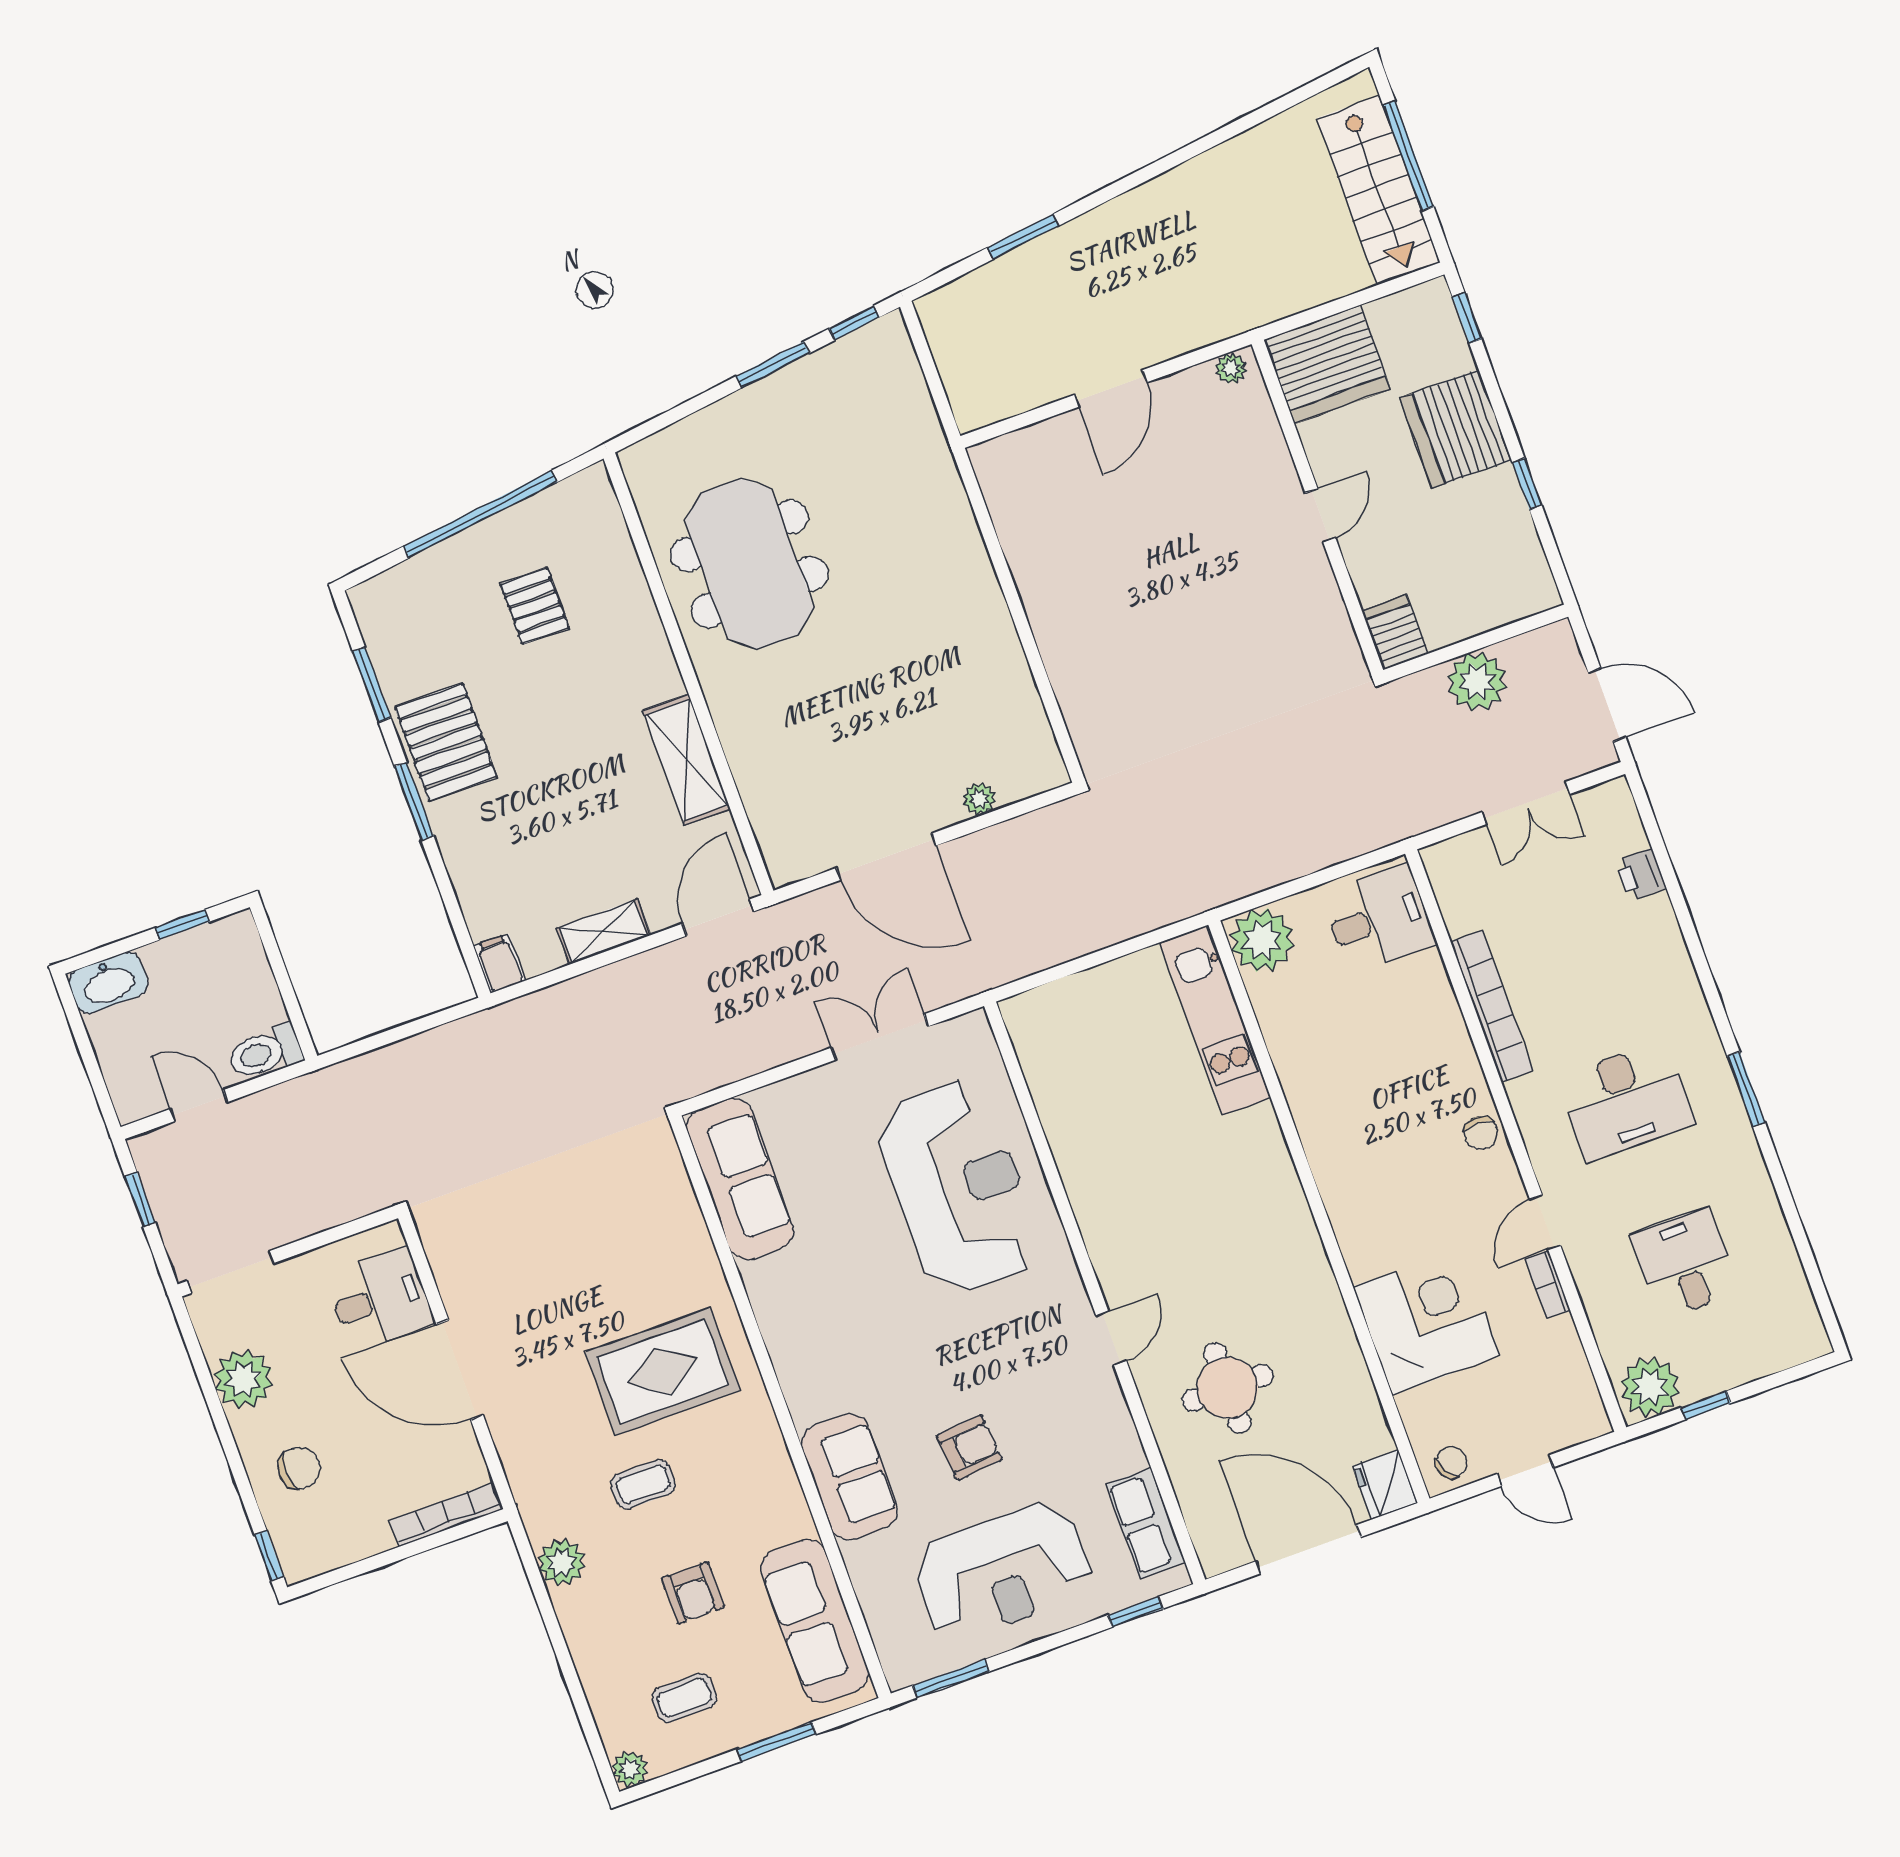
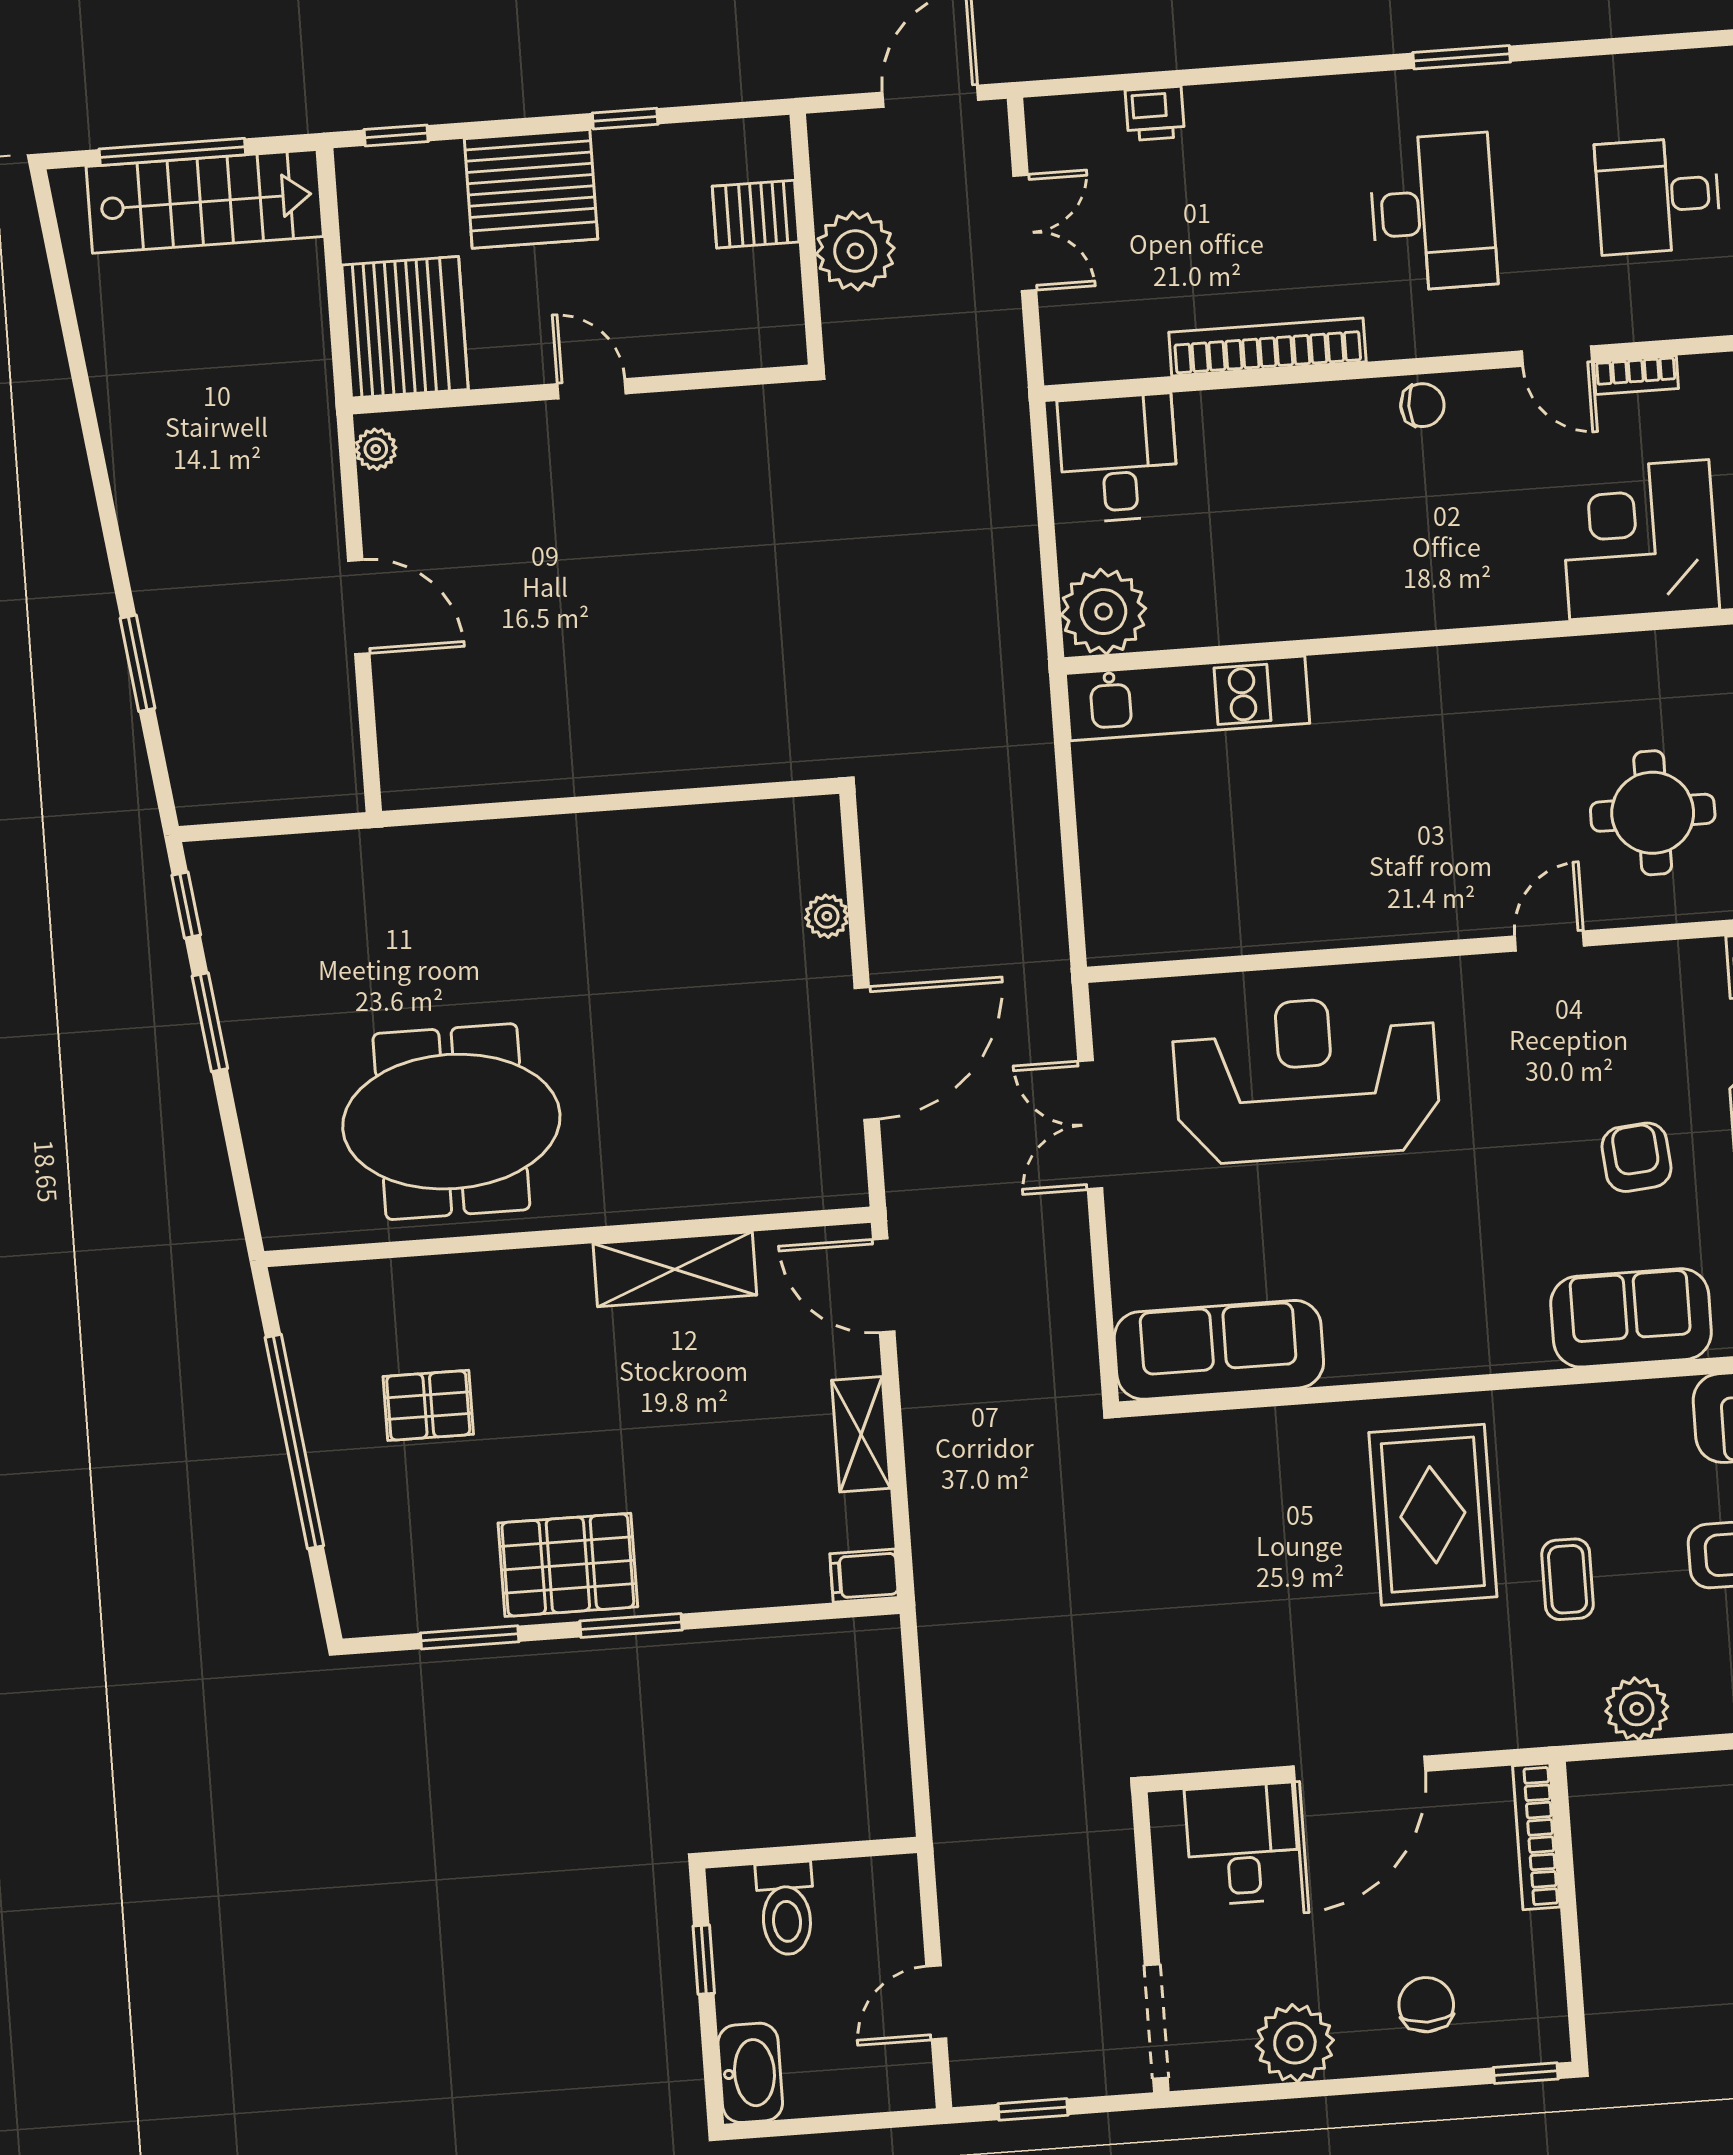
server rack: (1395, 632) -> (756, 214), moved
toilet: (265, 1052) -> (786, 1909), moved
door: (1111, 1338) -> (1549, 941), hinge flipped

